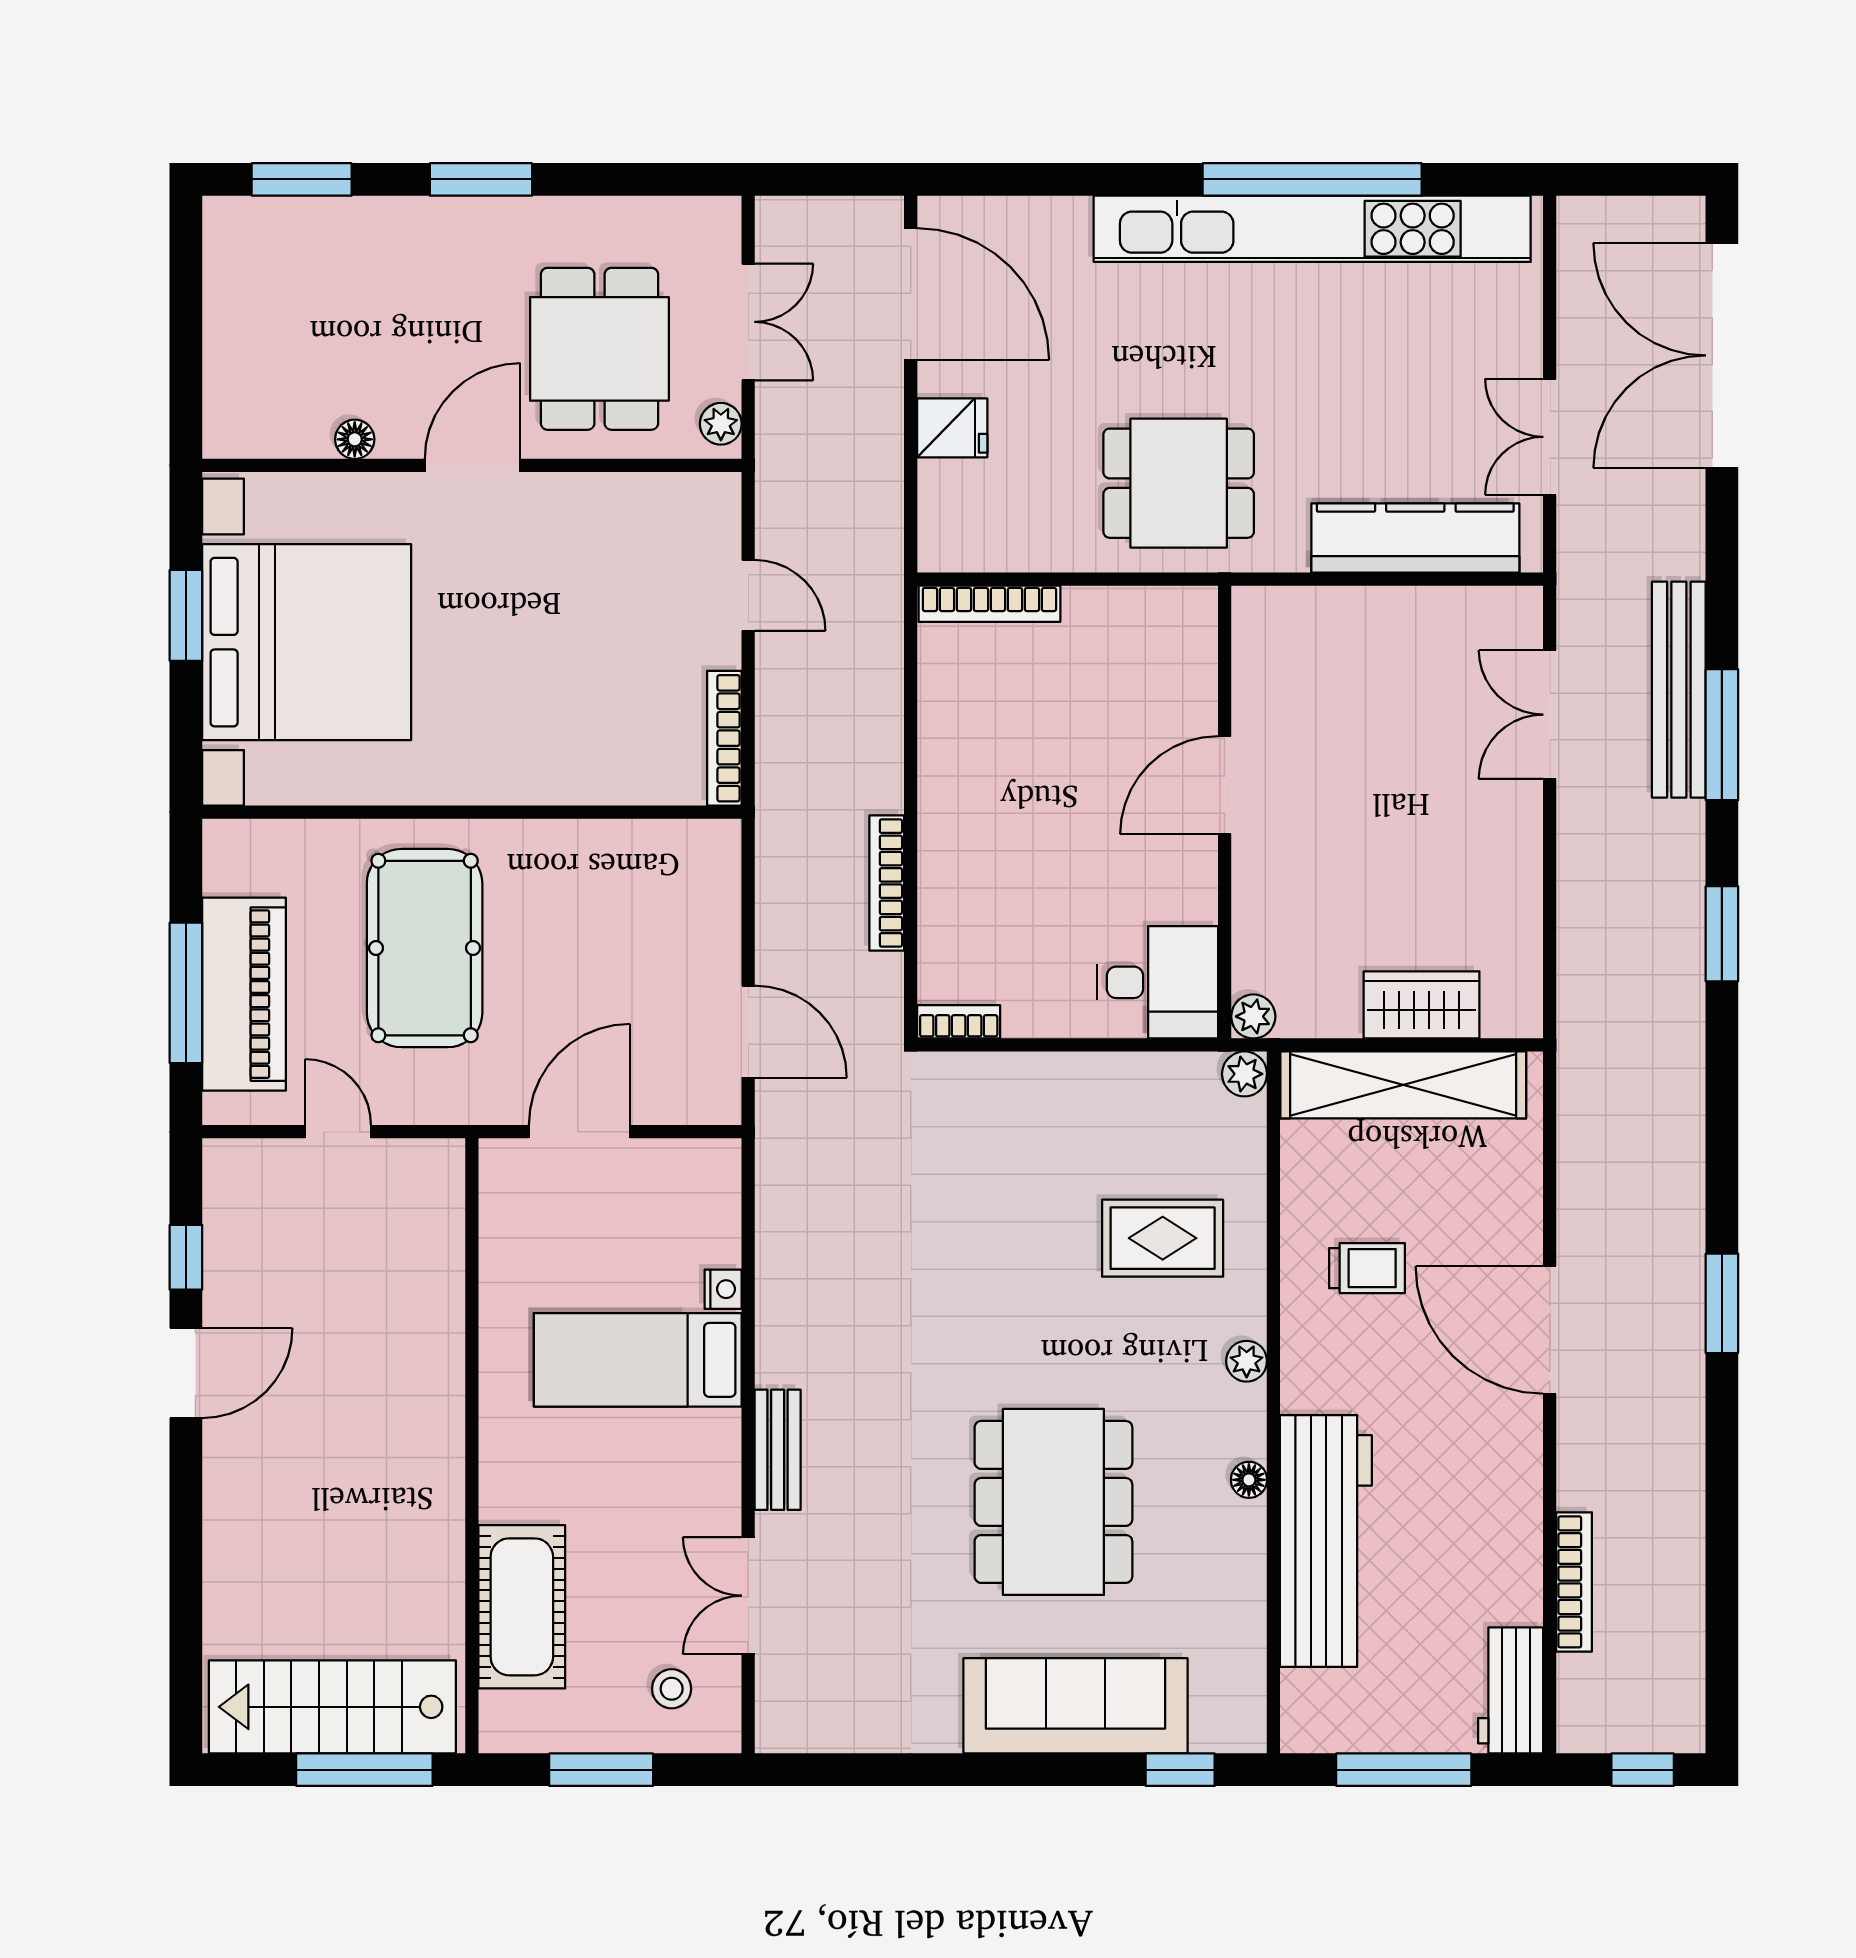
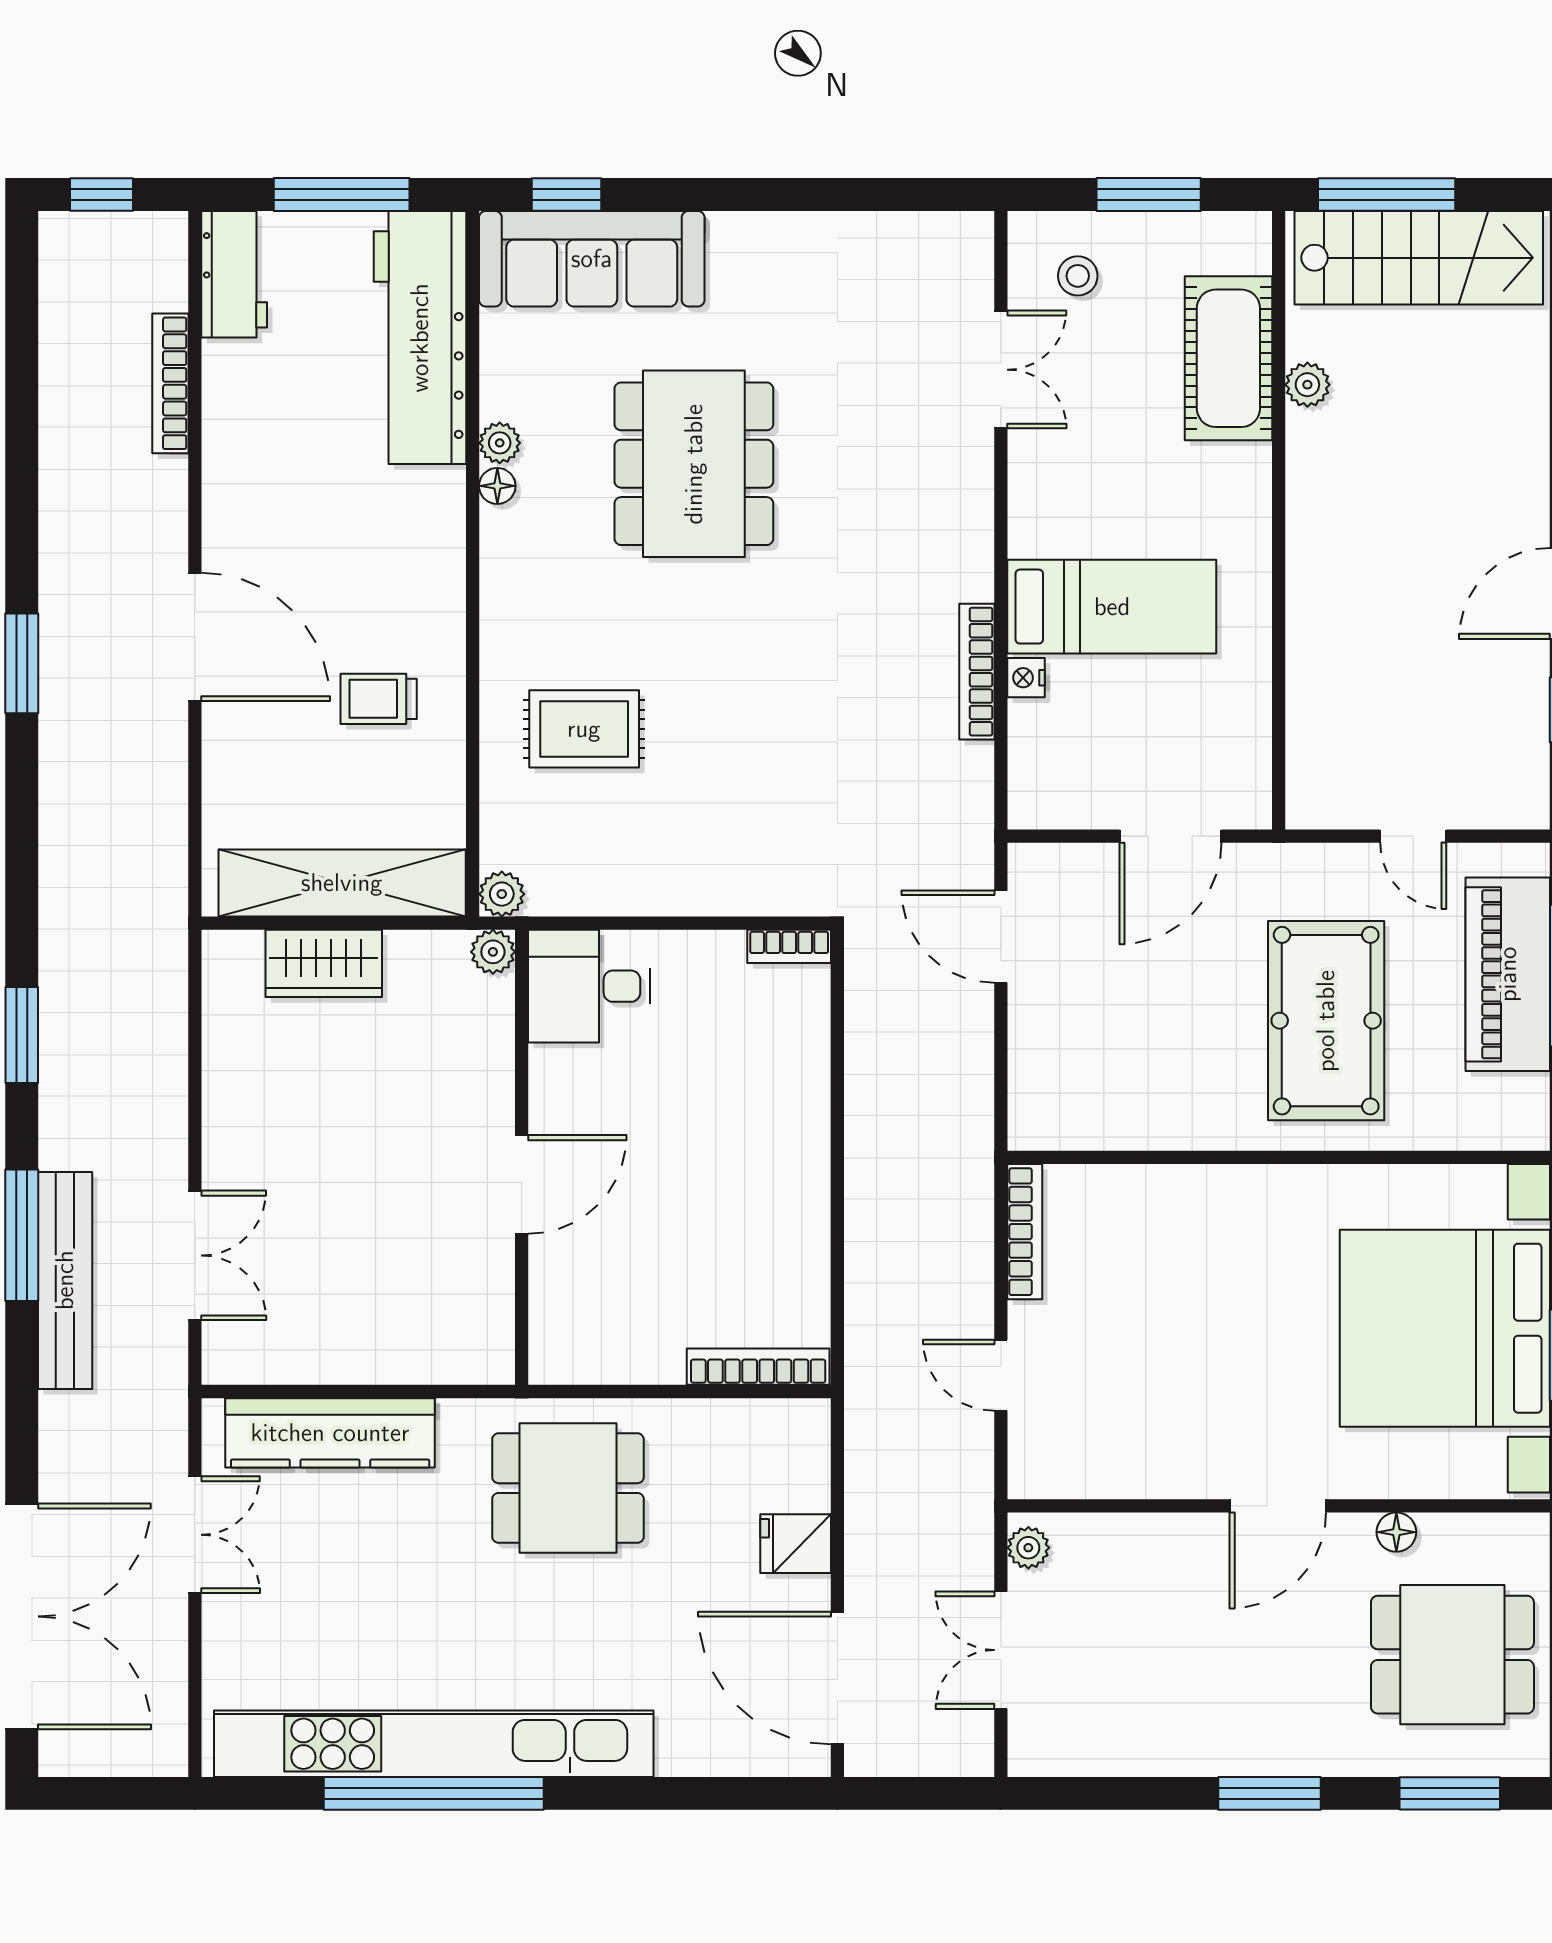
dining table: (599, 349) -> (1452, 1655), moved, turned 90
bookcase: (887, 883) -> (977, 672), moved, turned 180
plant: (1247, 1361) -> (500, 443), moved
bench: (778, 1450) -> (971, 516), removed
workbench: (1326, 1541) -> (420, 338), moved
plant: (443, 1581) -> (1307, 385), added
sofa: (1075, 1706) -> (592, 259), moved

